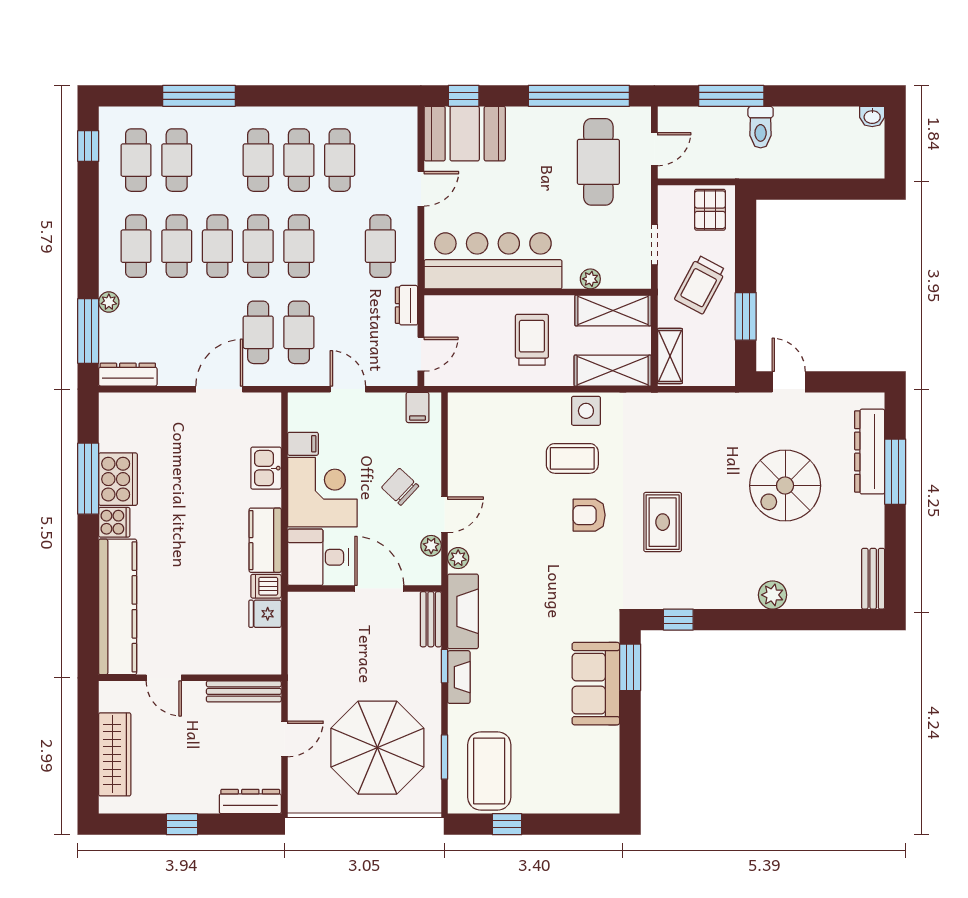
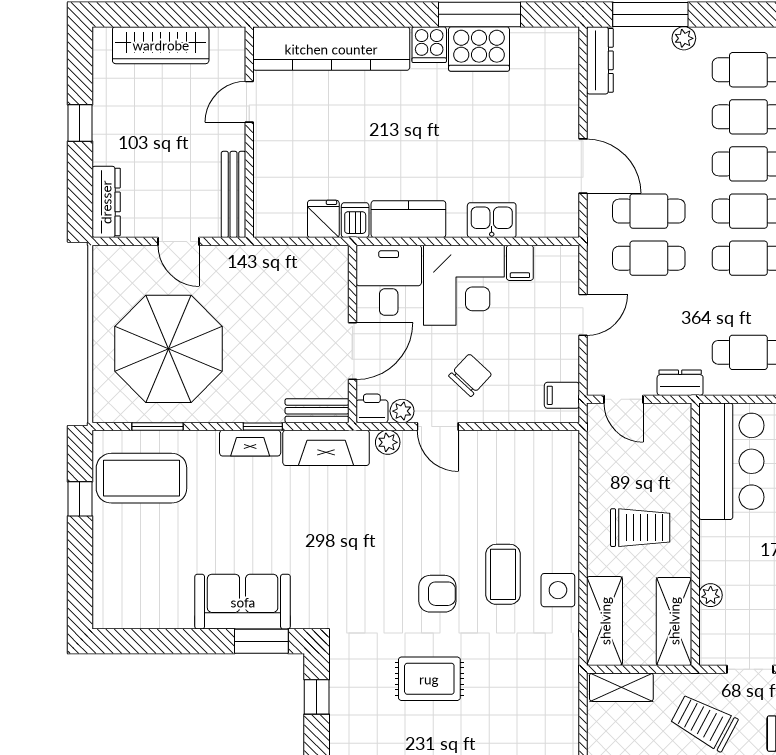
bar counter: (493, 261) -> (731, 461), width x0.73
armchair: (589, 515) -> (437, 594), turned 90
printer: (429, 572) -> (372, 408), added

